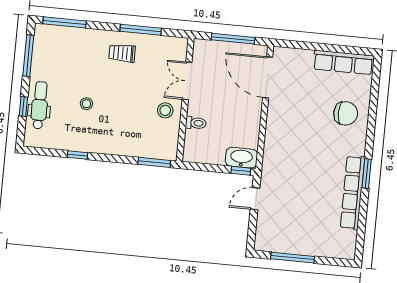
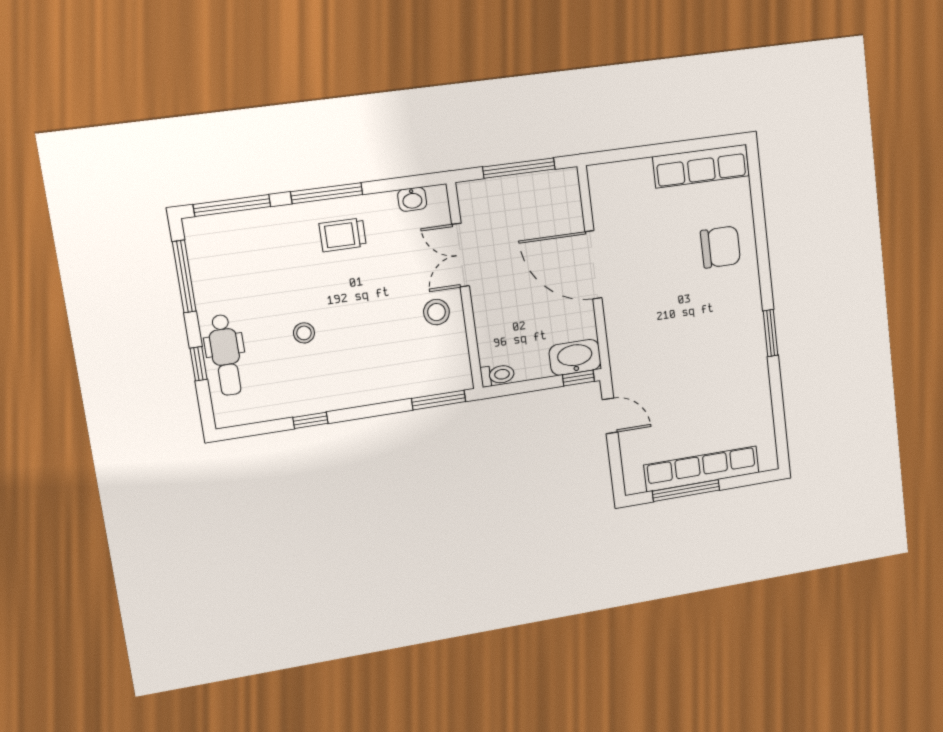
window: (141, 30) -> (327, 193), moved
washbasin: (167, 42) -> (412, 199), added
door: (268, 77) -> (593, 265), moved
dental chair: (40, 105) -> (226, 355), turned 180
toilet: (196, 123) -> (497, 375), moved
row of seats: (353, 193) -> (702, 469), moved, turned 90
door: (255, 199) -> (610, 416), swing flipped

